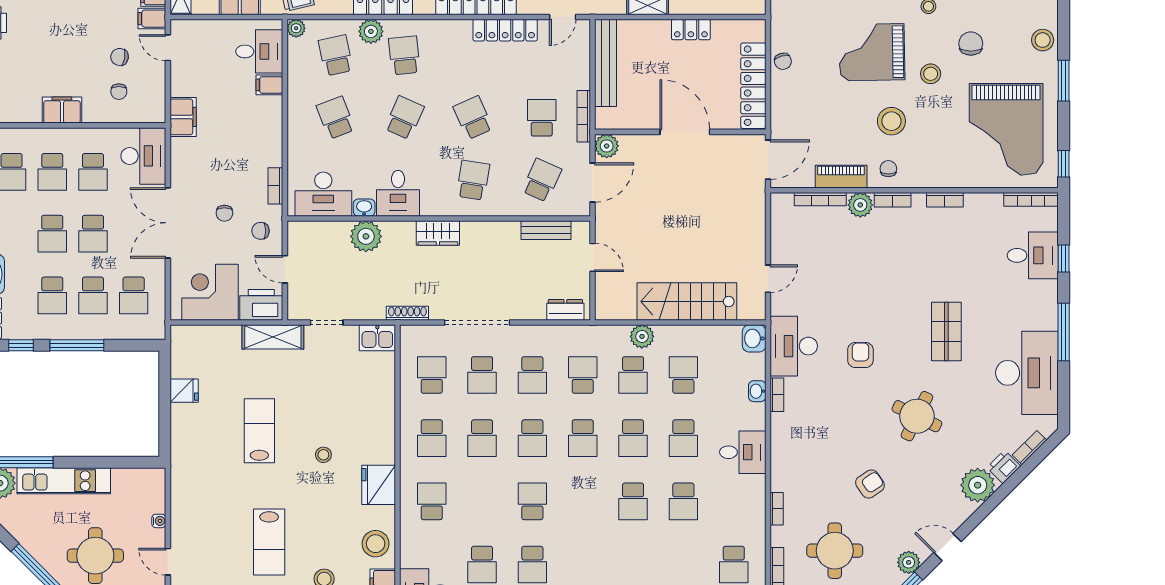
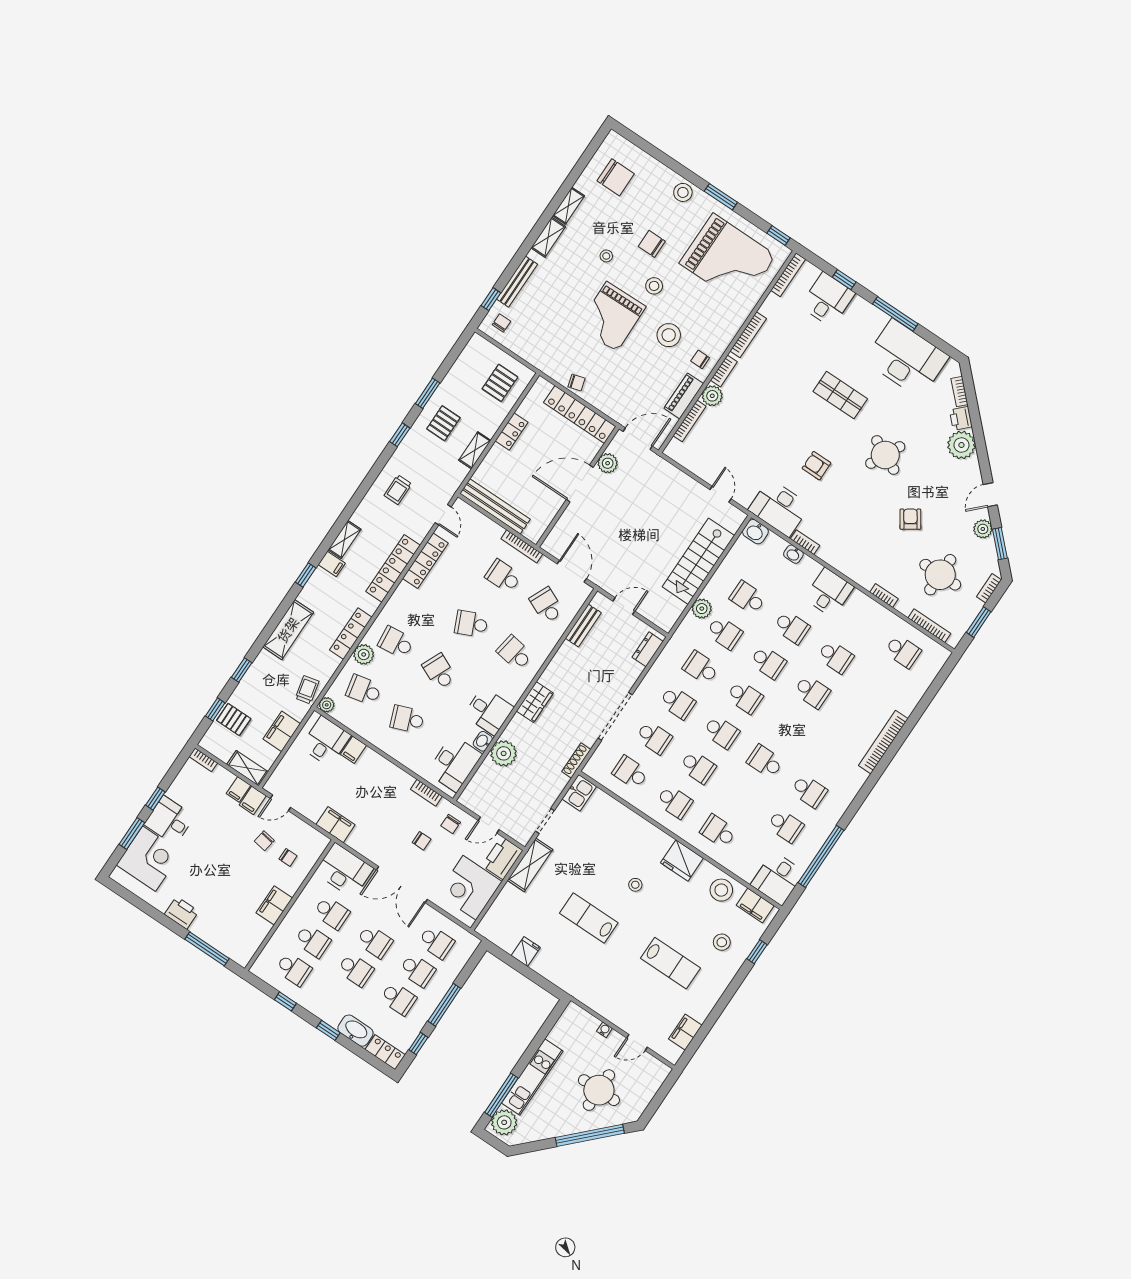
plant: (607, 146) -> (608, 463), moved
door: (768, 160) -> (638, 439), hinge flipped
bookcase: (945, 200) -> (748, 335), width x1.56

